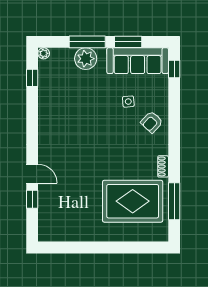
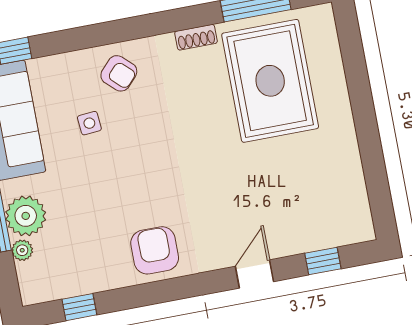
plant: (44, 53) -> (22, 250), moved
armchair: (55, 123) -> (155, 250), added
window: (32, 199) -> (323, 261), moved

